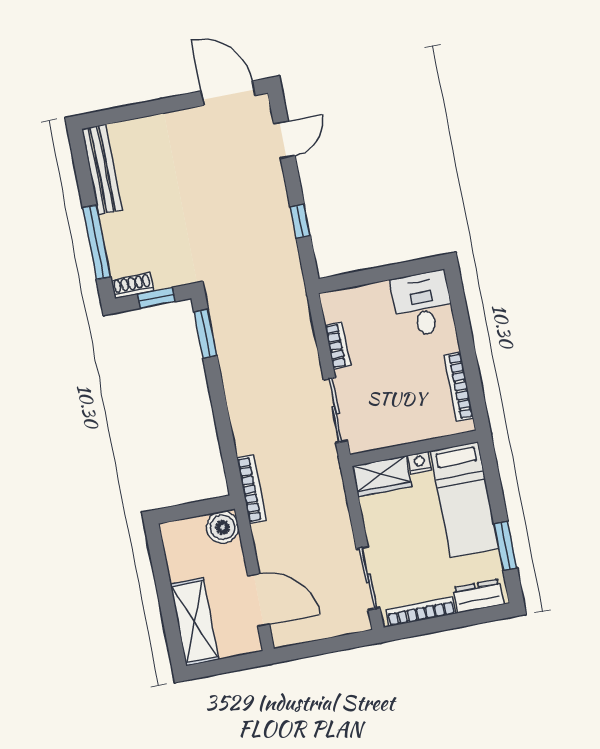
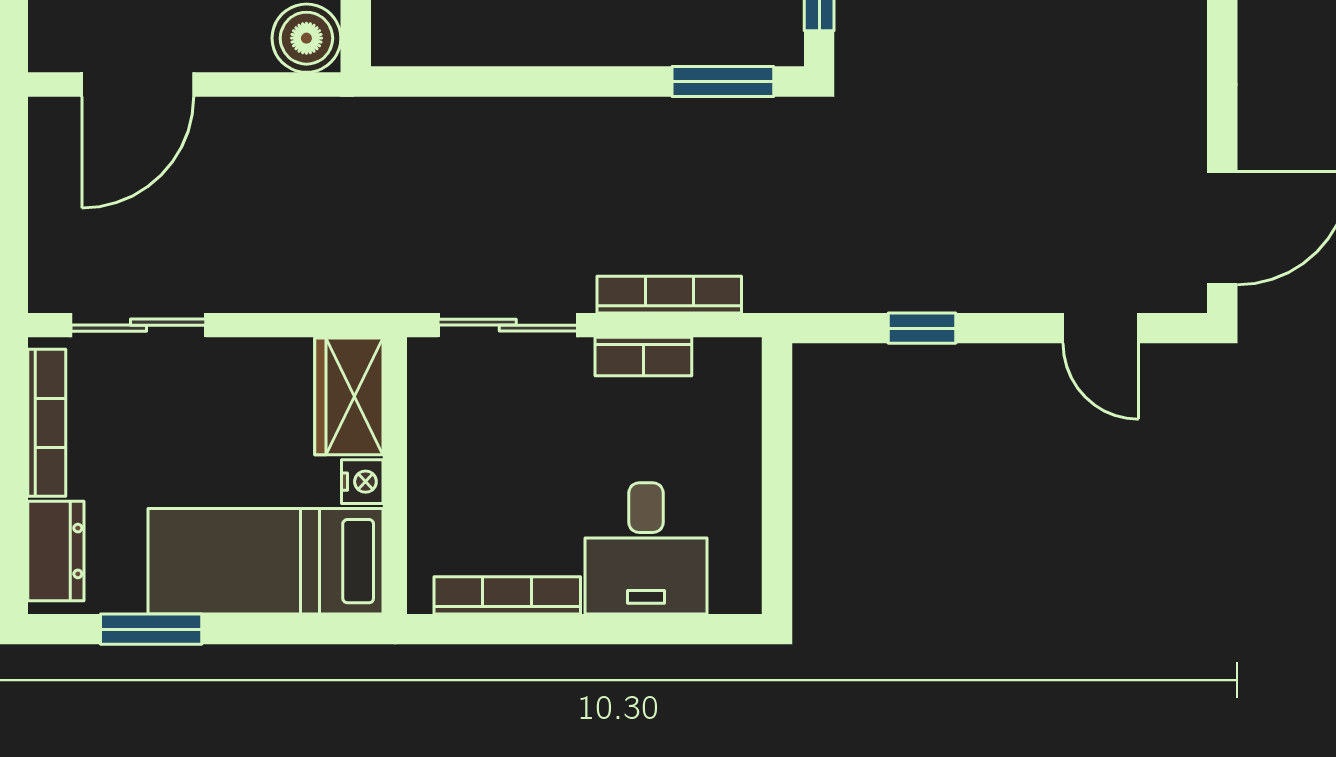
desk: (423, 304) -> (646, 548), moved, turned 90
bookcase: (251, 489) -> (669, 295), moved, turned 180

